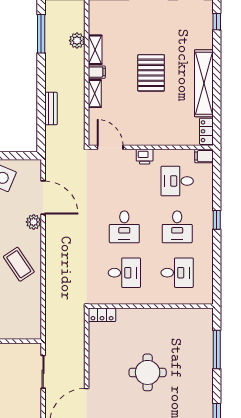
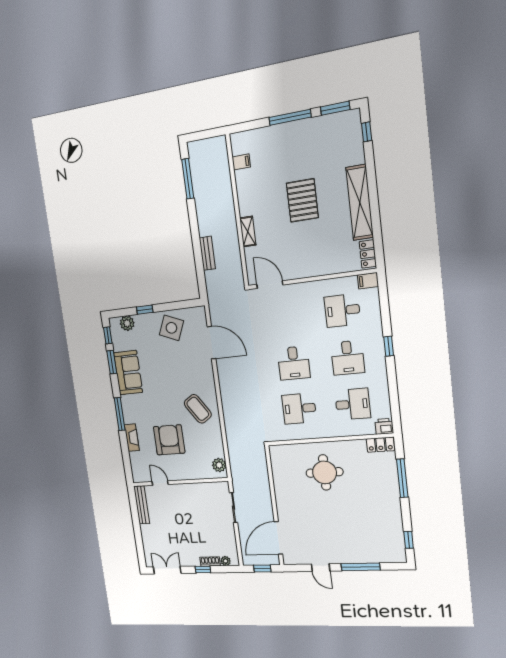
plant: (77, 41) -> (223, 179), removed
shelving: (95, 50) -> (242, 186), removed
filing cabinet: (97, 72) -> (241, 162), moved
printer: (145, 157) -> (384, 426), moved, turned 180
plant: (34, 222) -> (219, 465), moved
desk: (124, 273) -> (299, 409), turned 180
locker: (102, 315) -> (380, 445), moved
round table: (148, 372) -> (325, 472), moved

